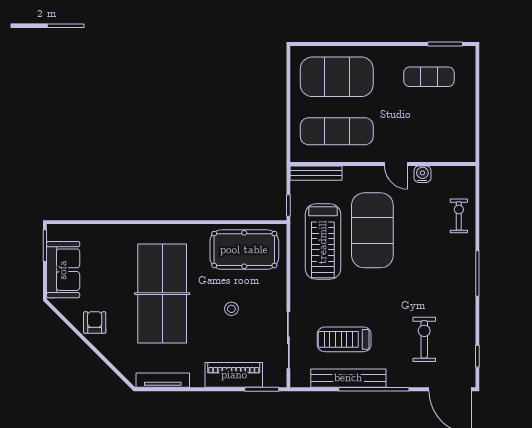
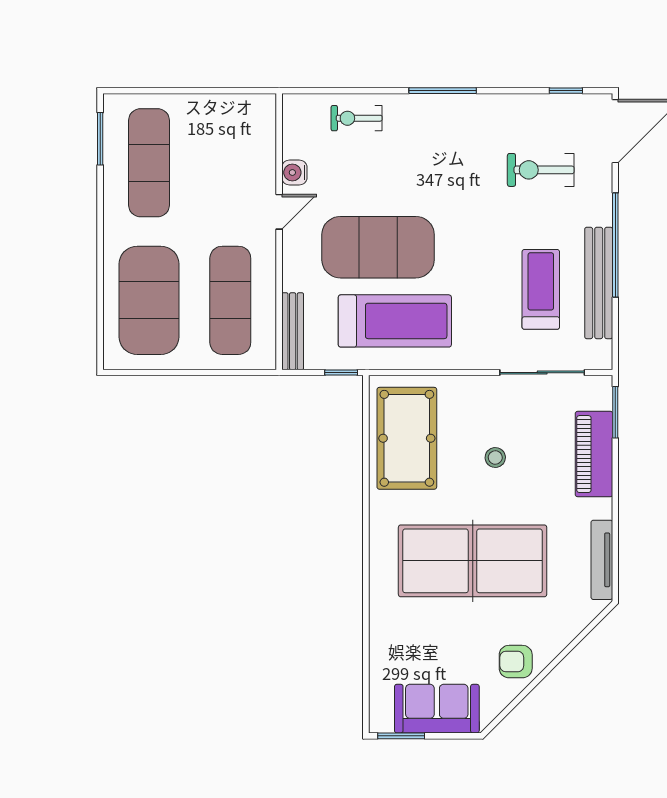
exercise mat: (429, 77) -> (149, 163), width x1.36, depth x1.45
treadmill: (344, 339) -> (541, 289), turned 180

